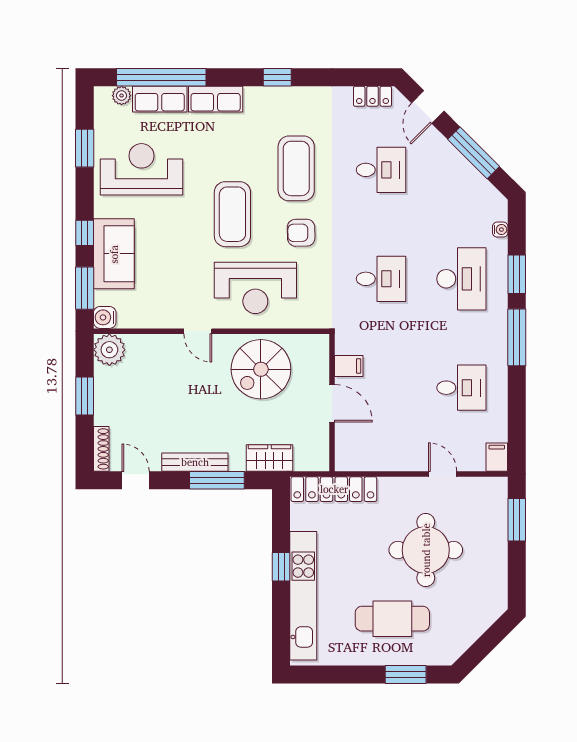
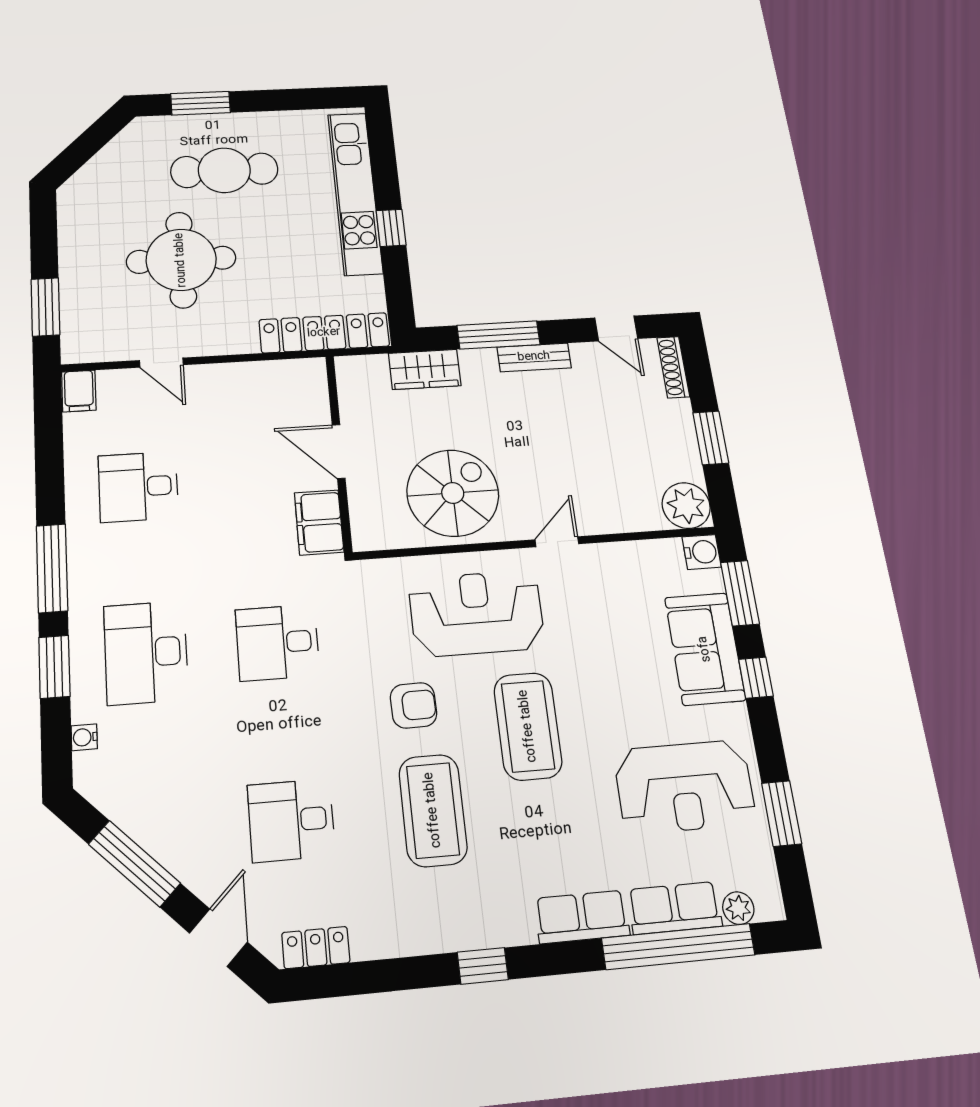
door: (198, 331) -> (557, 542), hinge flipped
filing cabinet: (349, 366) -> (319, 522), width x2.00
bench: (195, 462) -> (534, 357), width x0.73

